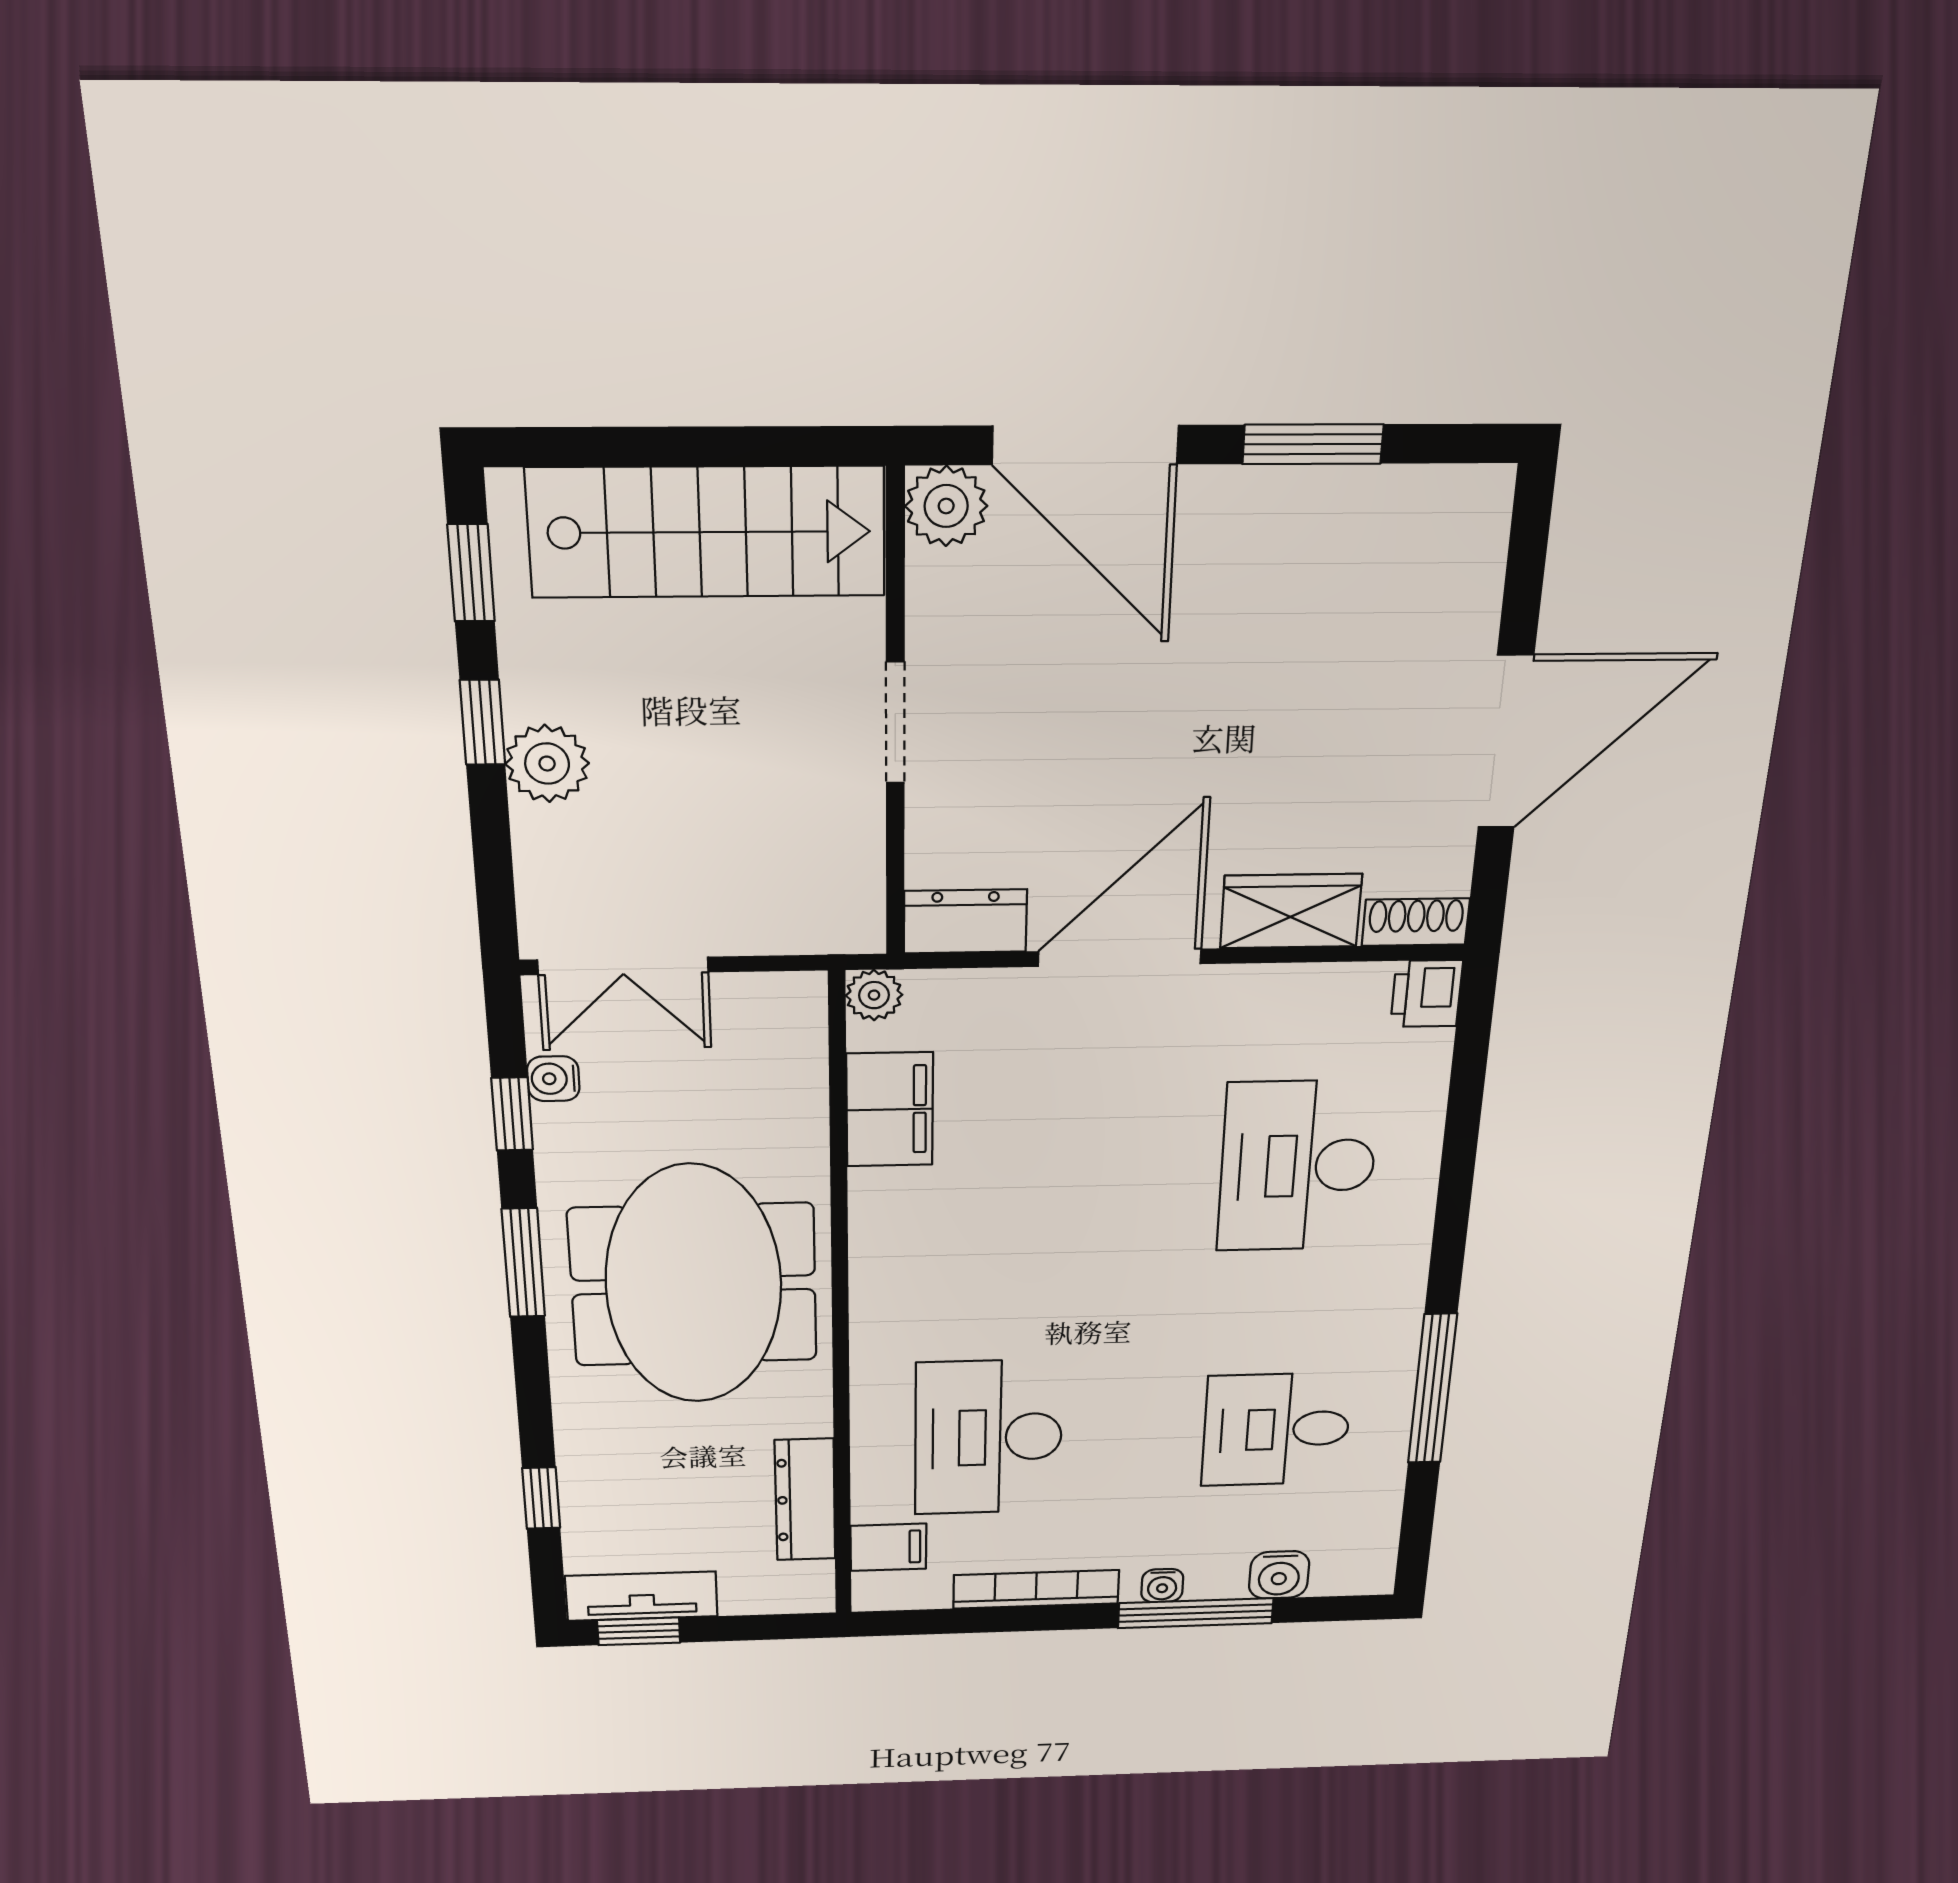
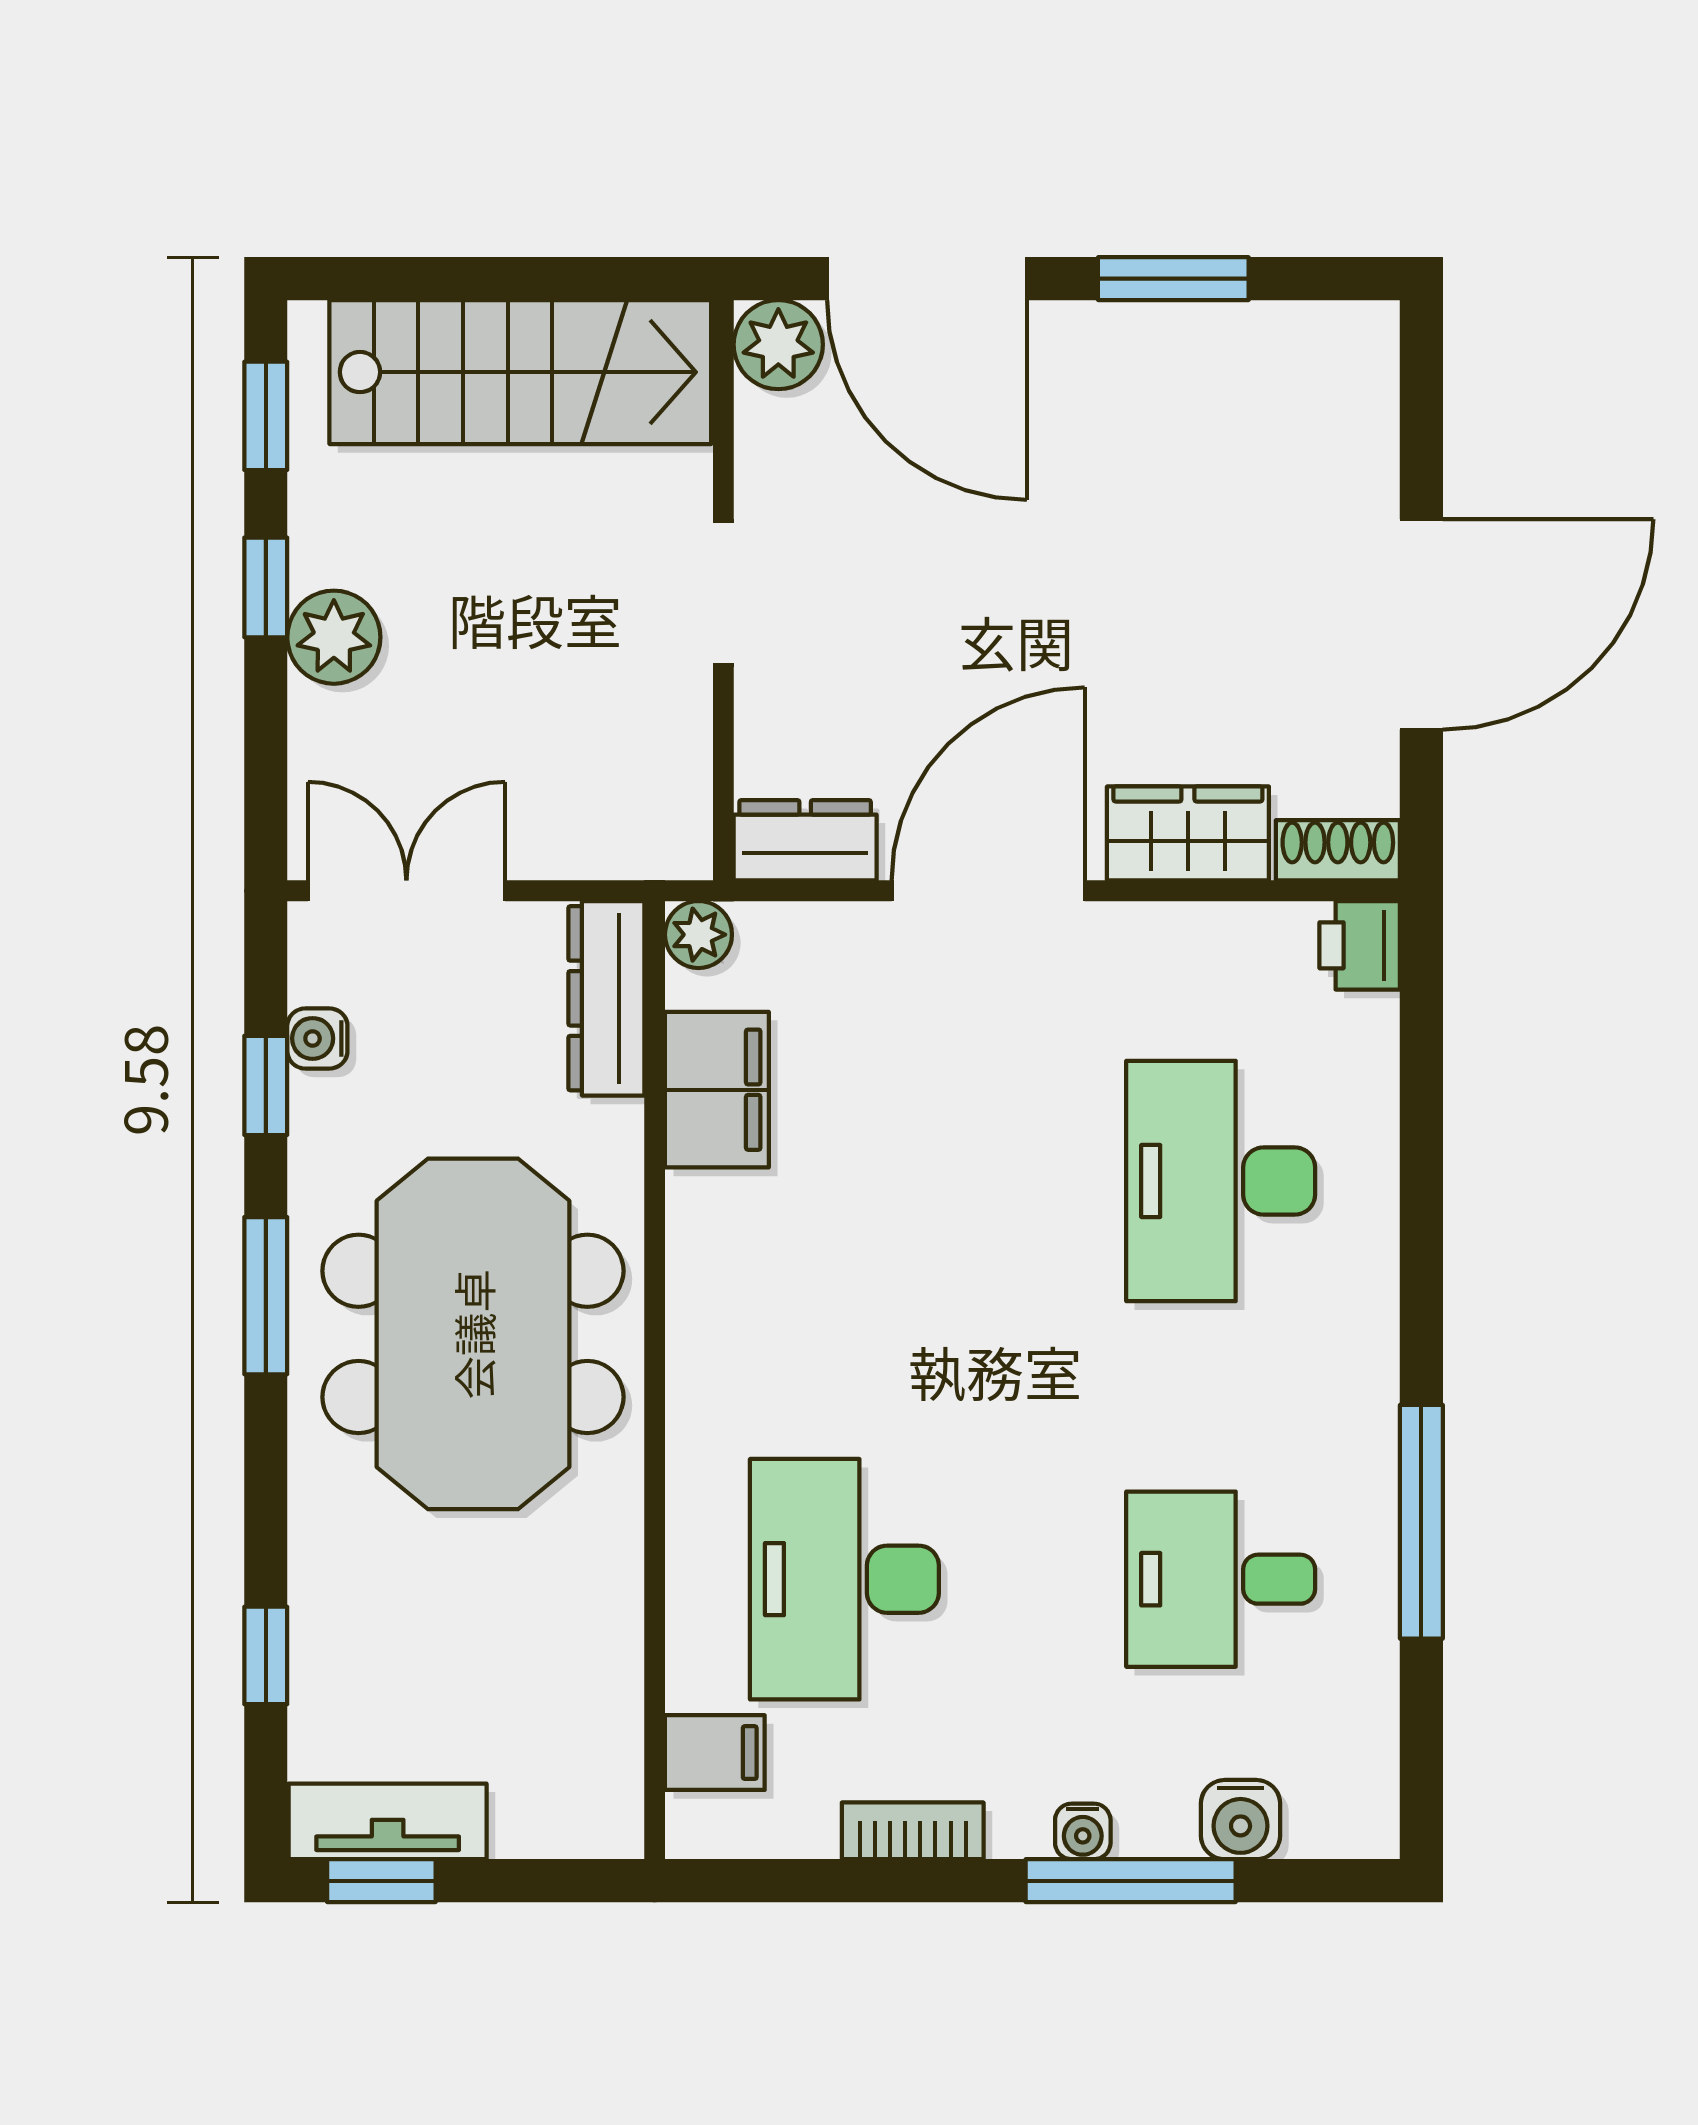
double door: (623, 966) -> (406, 891), swing flipped
dresser: (805, 1500) -> (606, 998), moved
bookcase: (1036, 1589) -> (913, 1831), width x0.64

